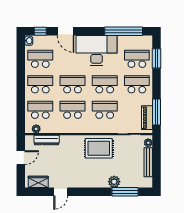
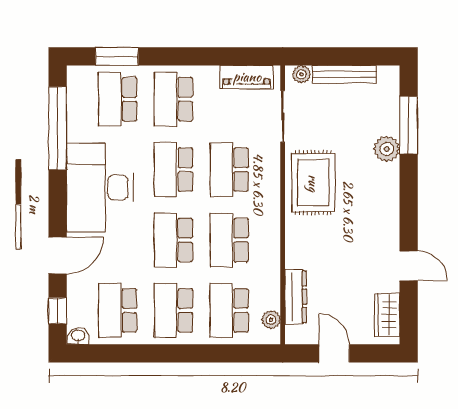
window: (156, 112) -> (234, 56), removed

